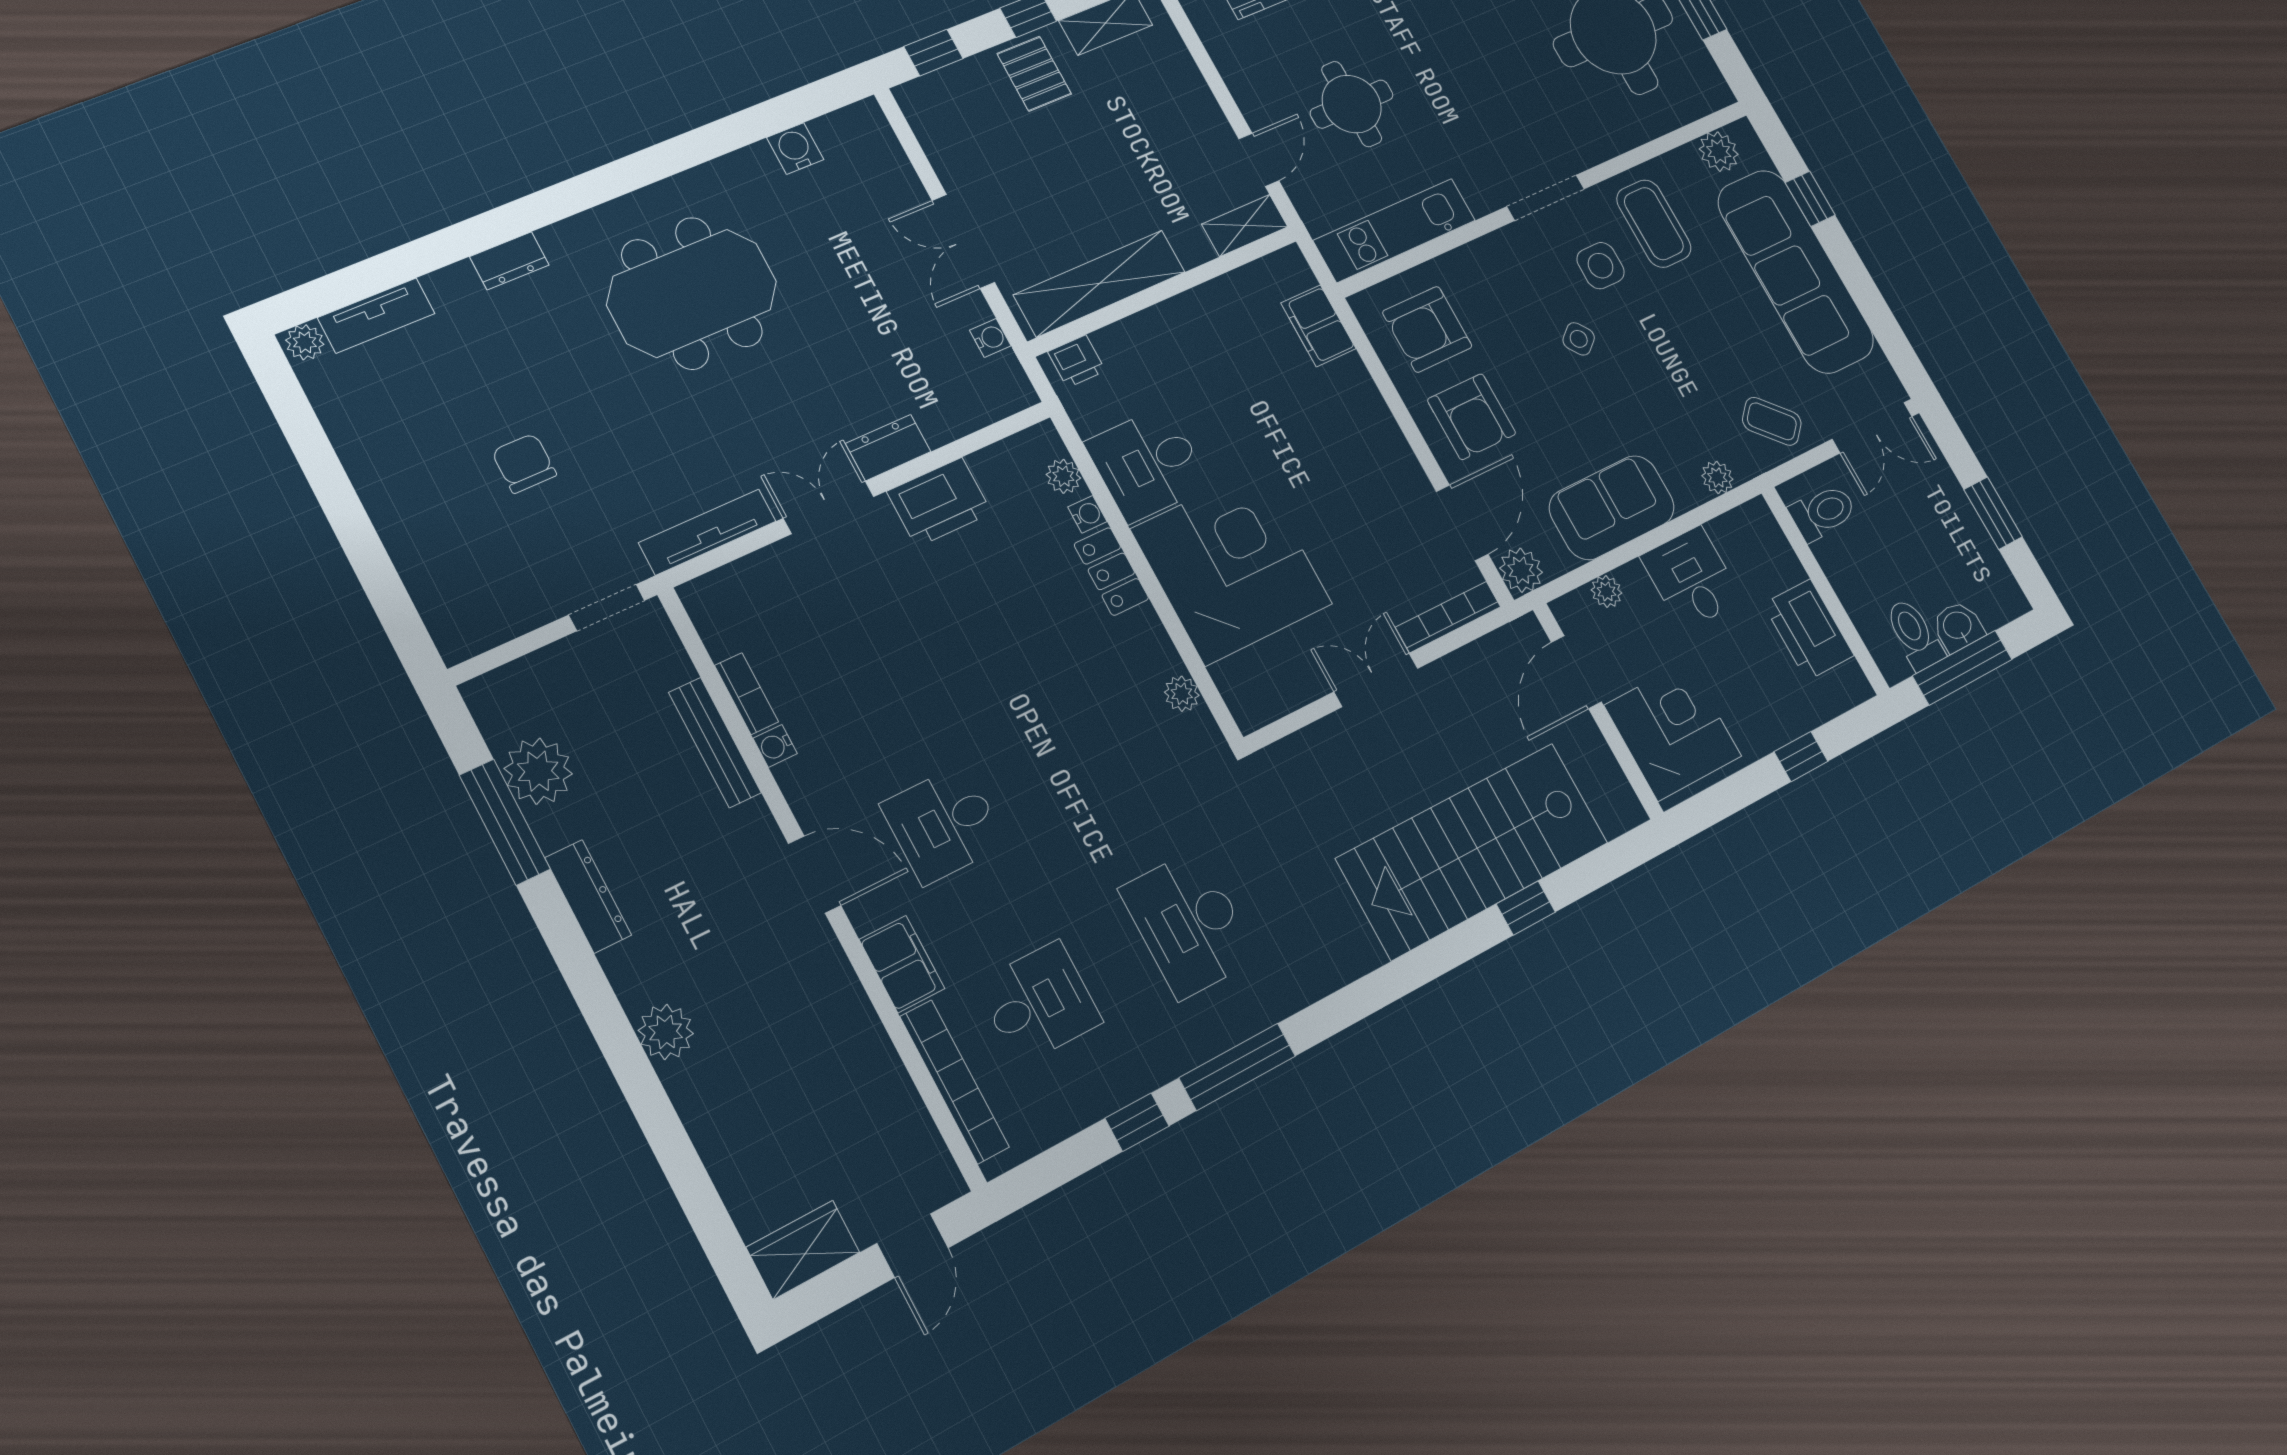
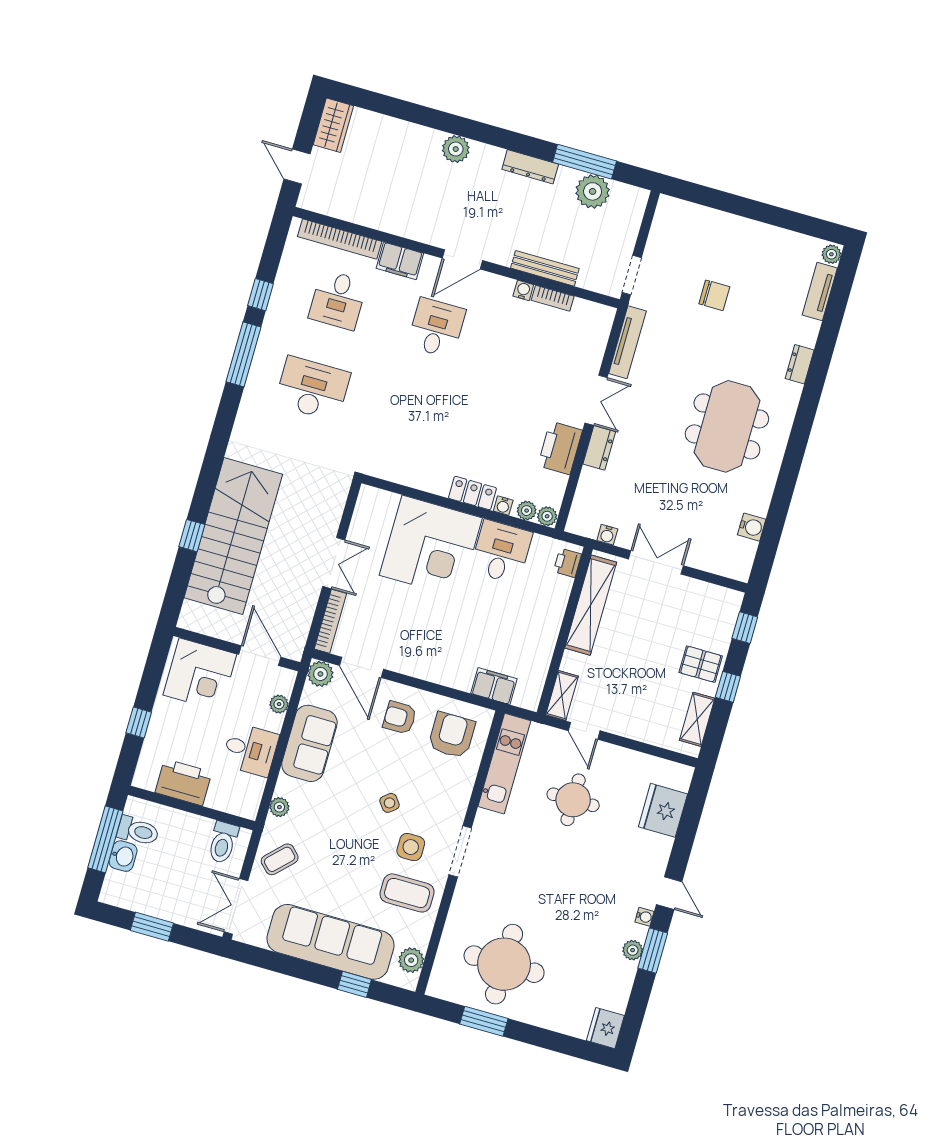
armchair: (1472, 417) -> (400, 718), width x0.72, depth x0.72
plant: (1182, 694) -> (547, 516), moved

